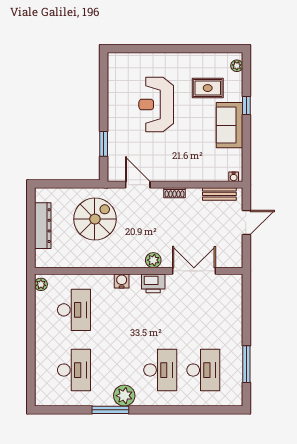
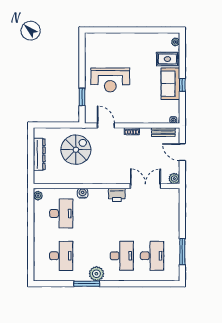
rug: (208, 88) -> (167, 59), moved
reception desk: (156, 105) -> (110, 80), moved, turned -90
window: (246, 106) -> (182, 85), moved
door: (246, 222) -> (182, 152), swing flipped
plant: (153, 260) -> (174, 179), moved
water cooler: (122, 281) -> (83, 193), moved

